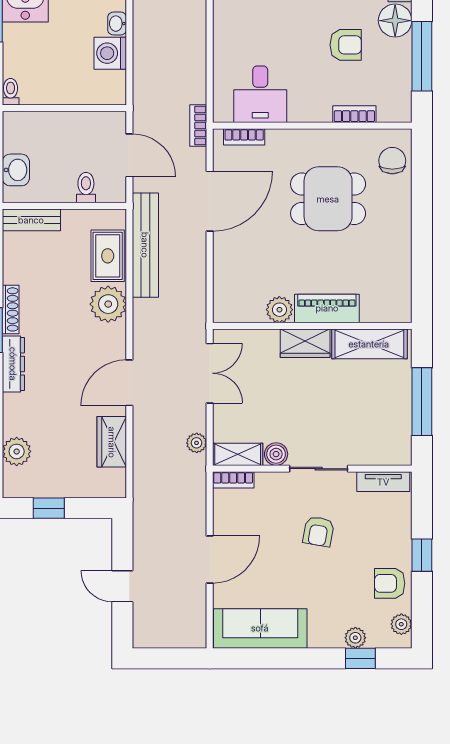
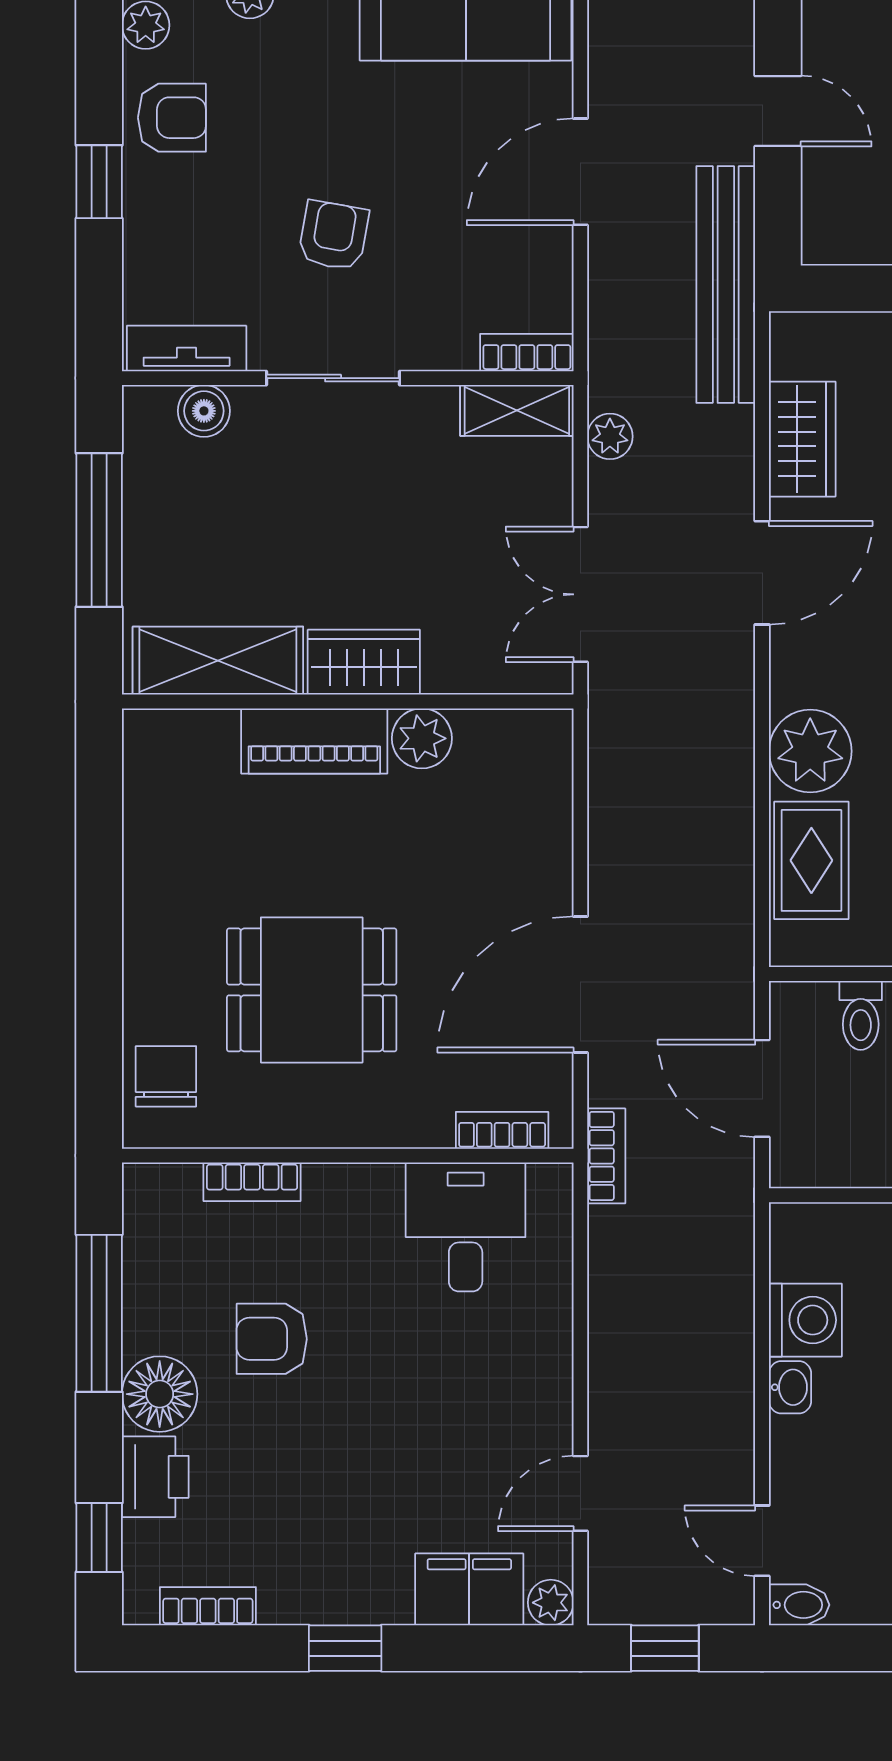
chair: (392, 161) -> (166, 1076), turned 180
bench: (145, 245) -> (726, 284), moved
boiler: (276, 454) -> (204, 411), moved

